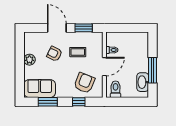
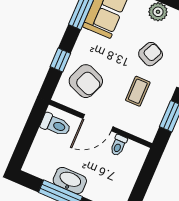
door: (104, 67) -> (98, 123), hinge flipped
washbasin: (143, 82) -> (70, 181), moved

